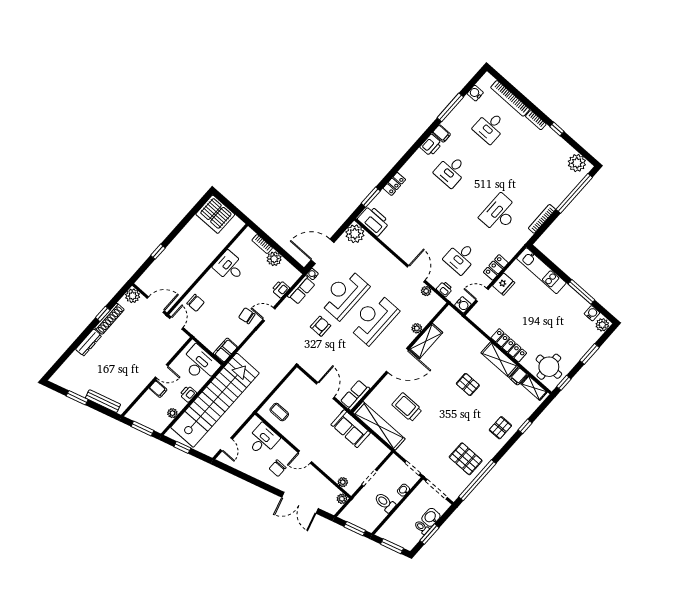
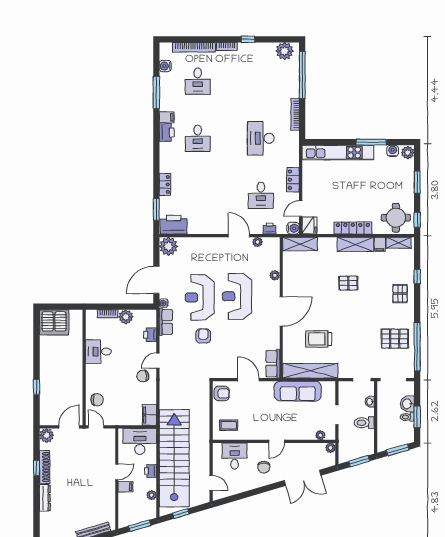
kitchen unit: (541, 271) -> (338, 153), width x1.36
fridge: (504, 284) -> (309, 225), moved
shelving: (426, 341) -> (300, 244), moved, turned 90
armchair: (295, 383) -> (222, 393), added
sofa: (351, 429) -> (298, 391), width x1.36

